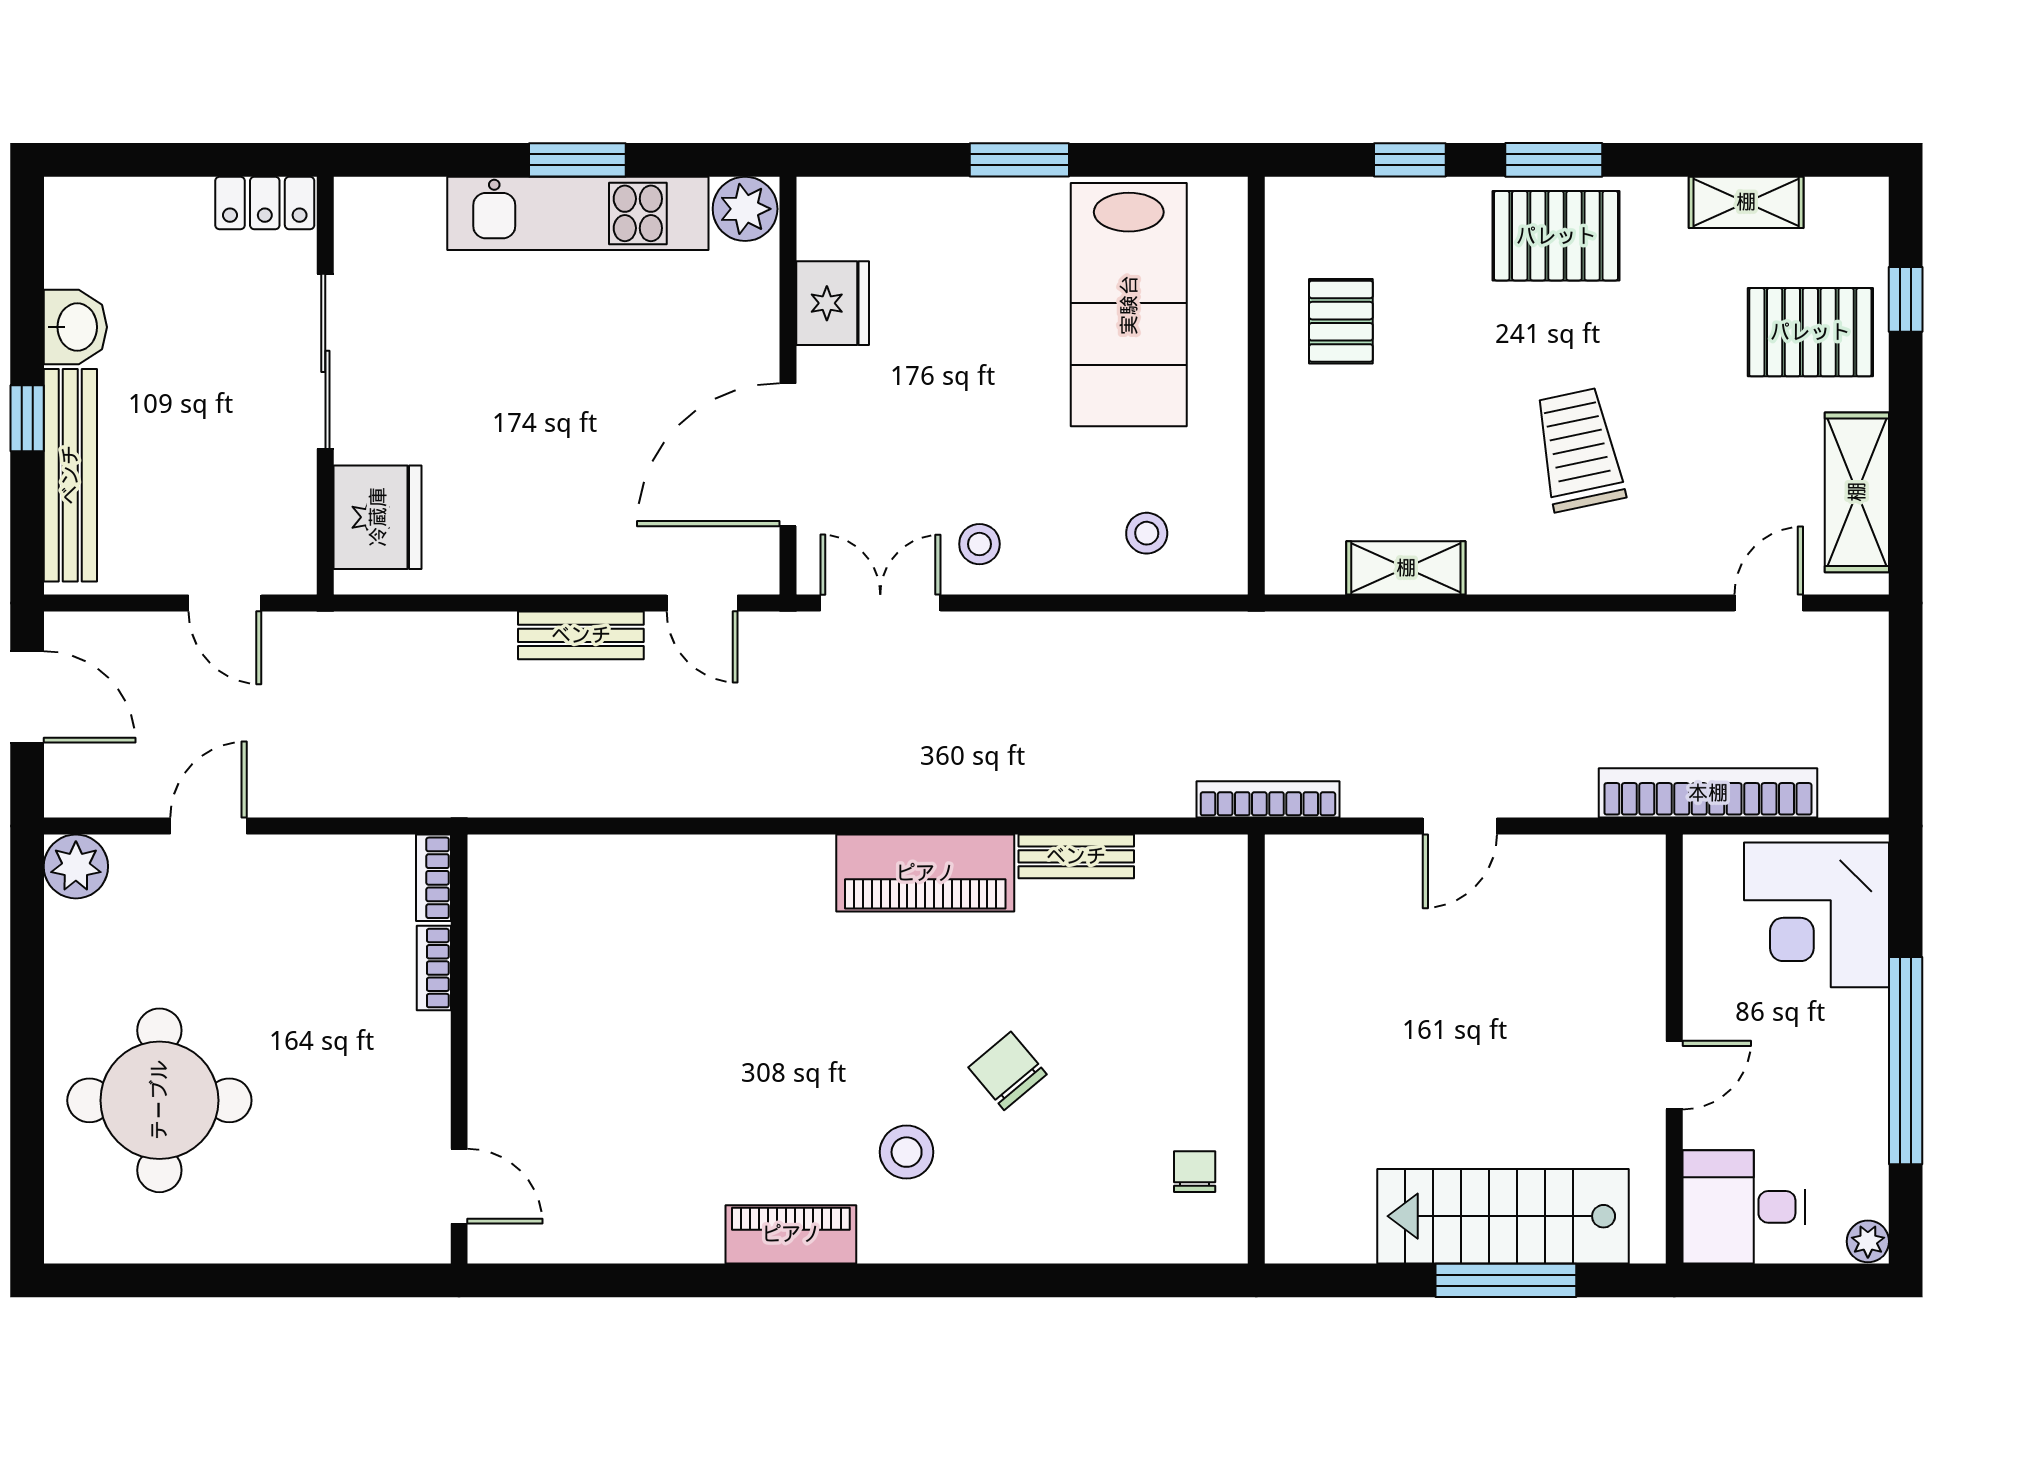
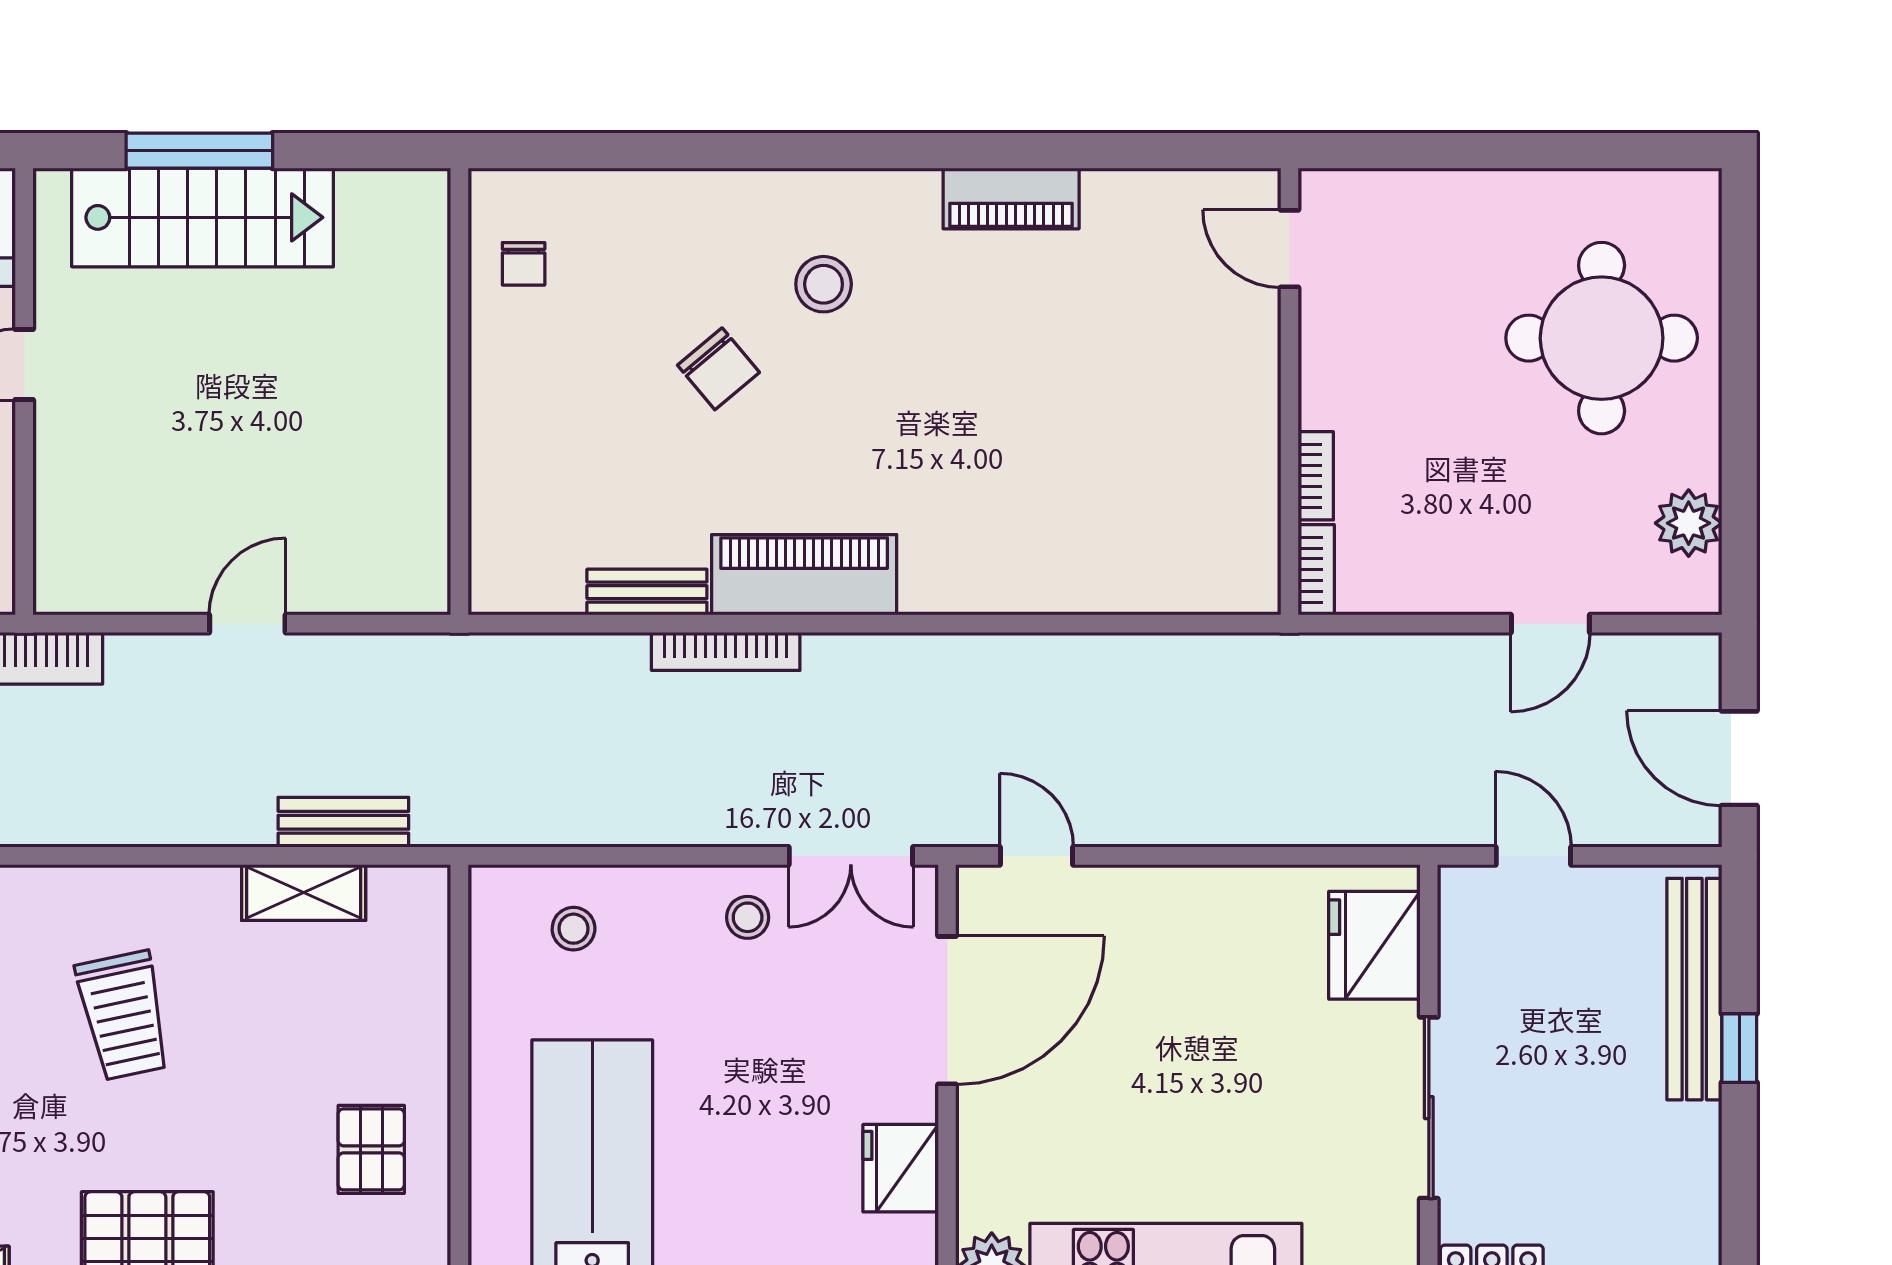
washbasin: (75, 327) -> (1689, 1143), removed
bench: (581, 635) -> (343, 822), moved
bookcase: (1268, 799) -> (726, 651), moved
plant: (76, 866) -> (1689, 523), moved
piano: (791, 1234) -> (1011, 198), moved

